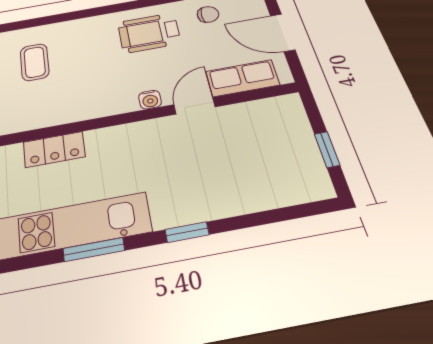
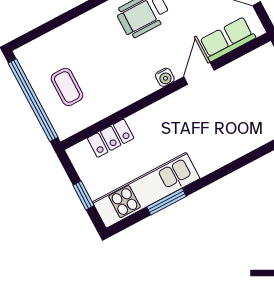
coffee table: (35, 62) -> (67, 87), moved
window: (187, 232) -> (222, 172), removed

